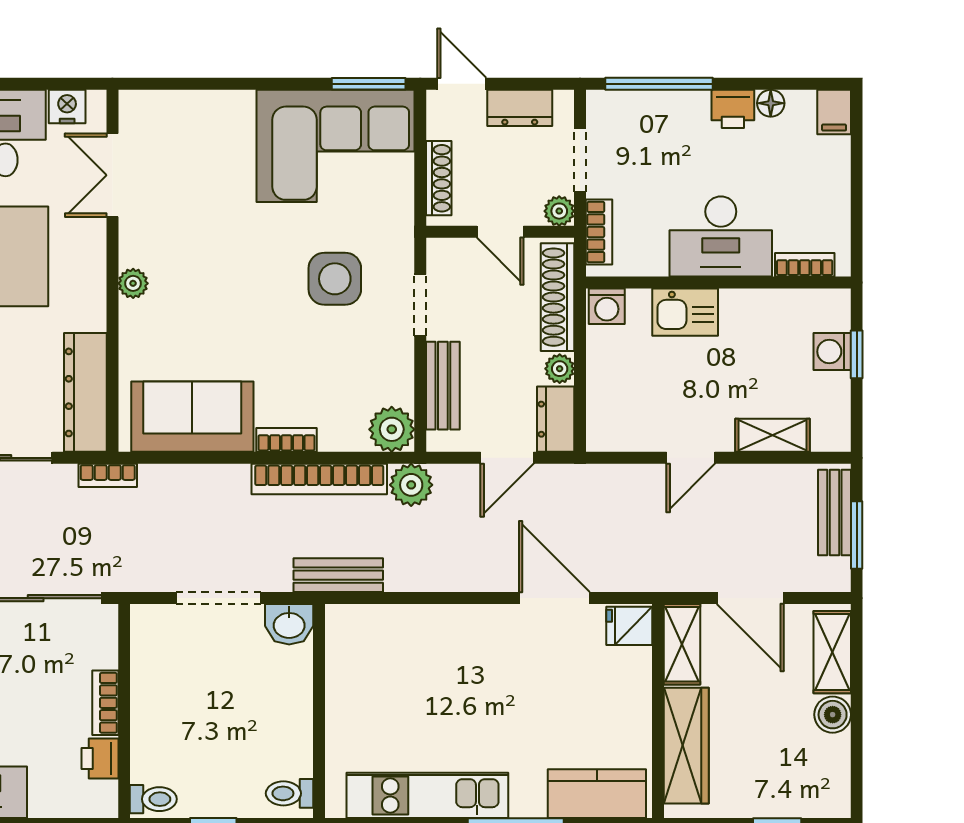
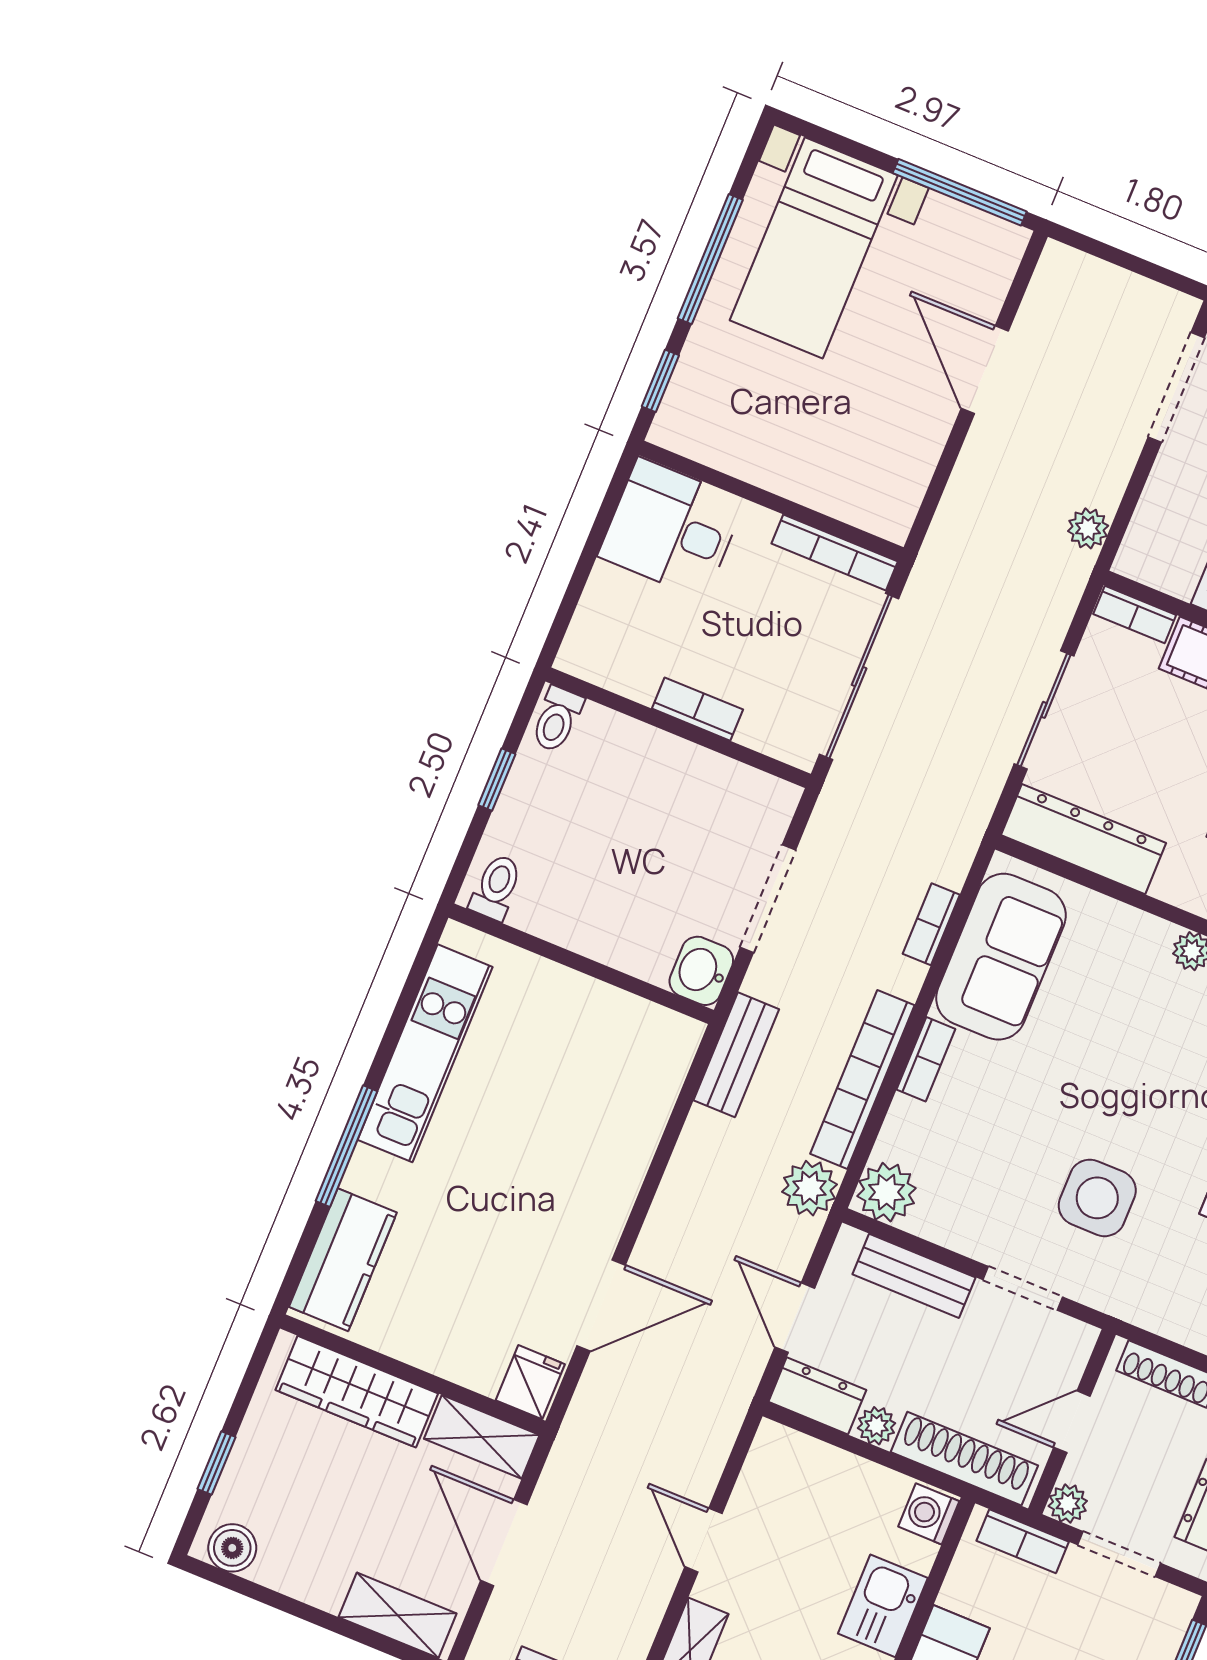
bookcase: (108, 475) -> (931, 924), moved
door: (750, 598) -> (504, 1543), hinge flipped
boiler: (833, 715) -> (232, 1548), moved
printer: (100, 758) -> (633, 675), removed

